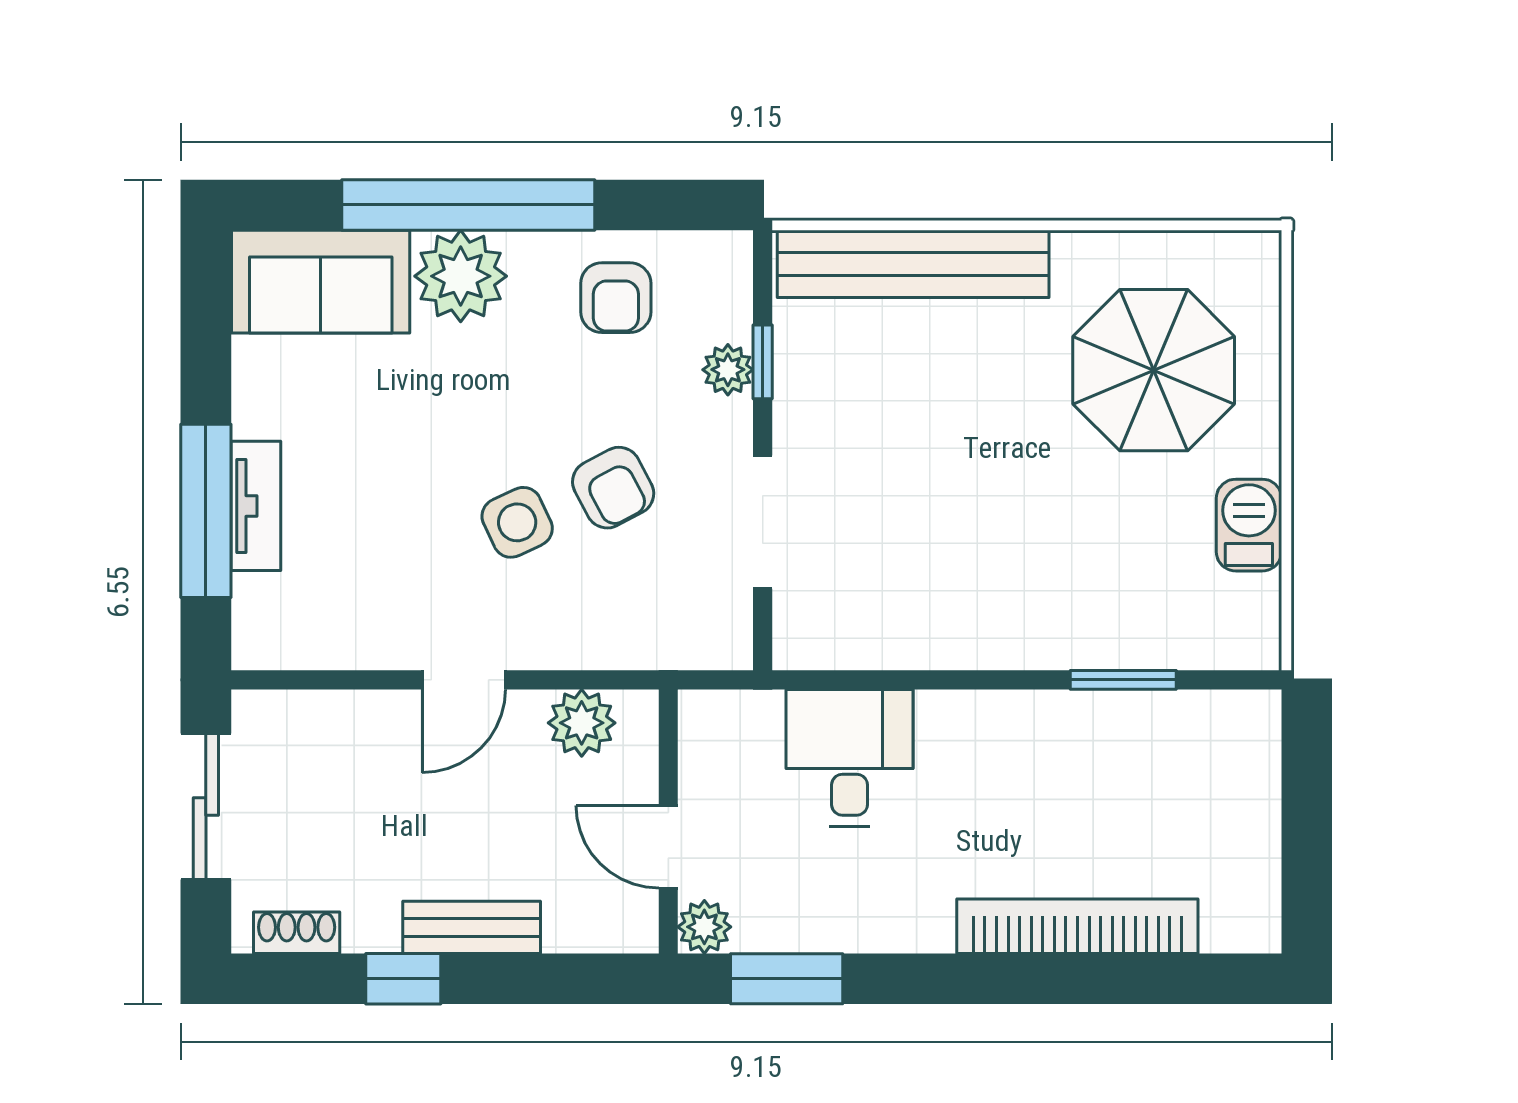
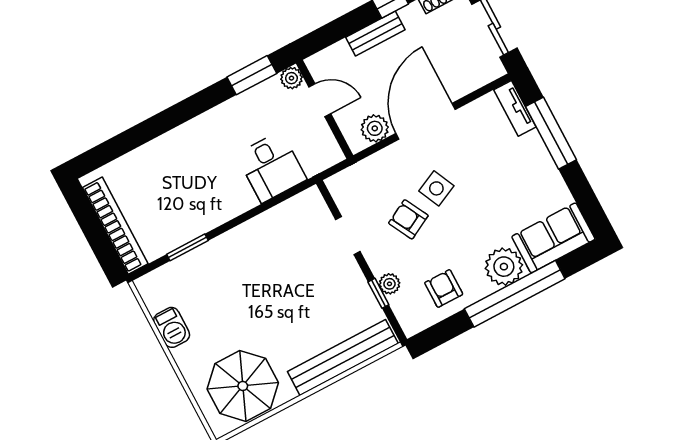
parasol: (1154, 370) -> (243, 386), moved
tv unit: (256, 506) -> (515, 108), moved
doorway: (763, 522) -> (348, 235), width x0.73
door: (464, 680) -> (426, 121), width x1.87
bookcase: (1077, 926) -> (115, 226), moved, turned -90

